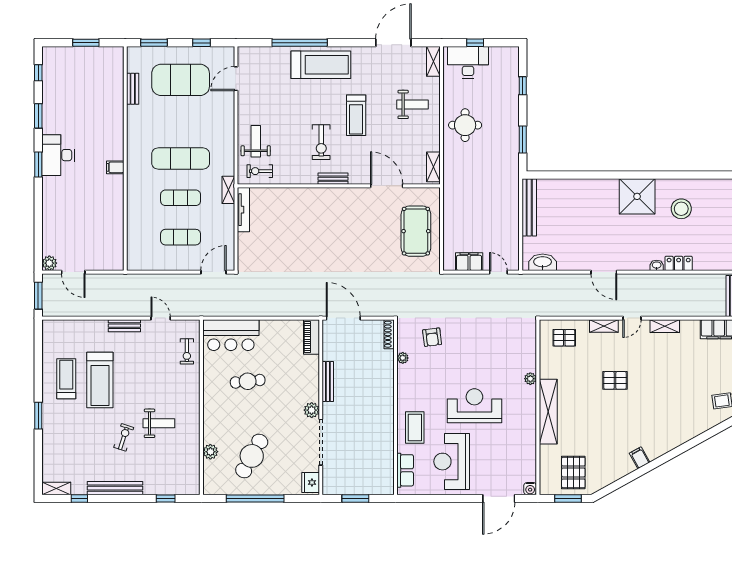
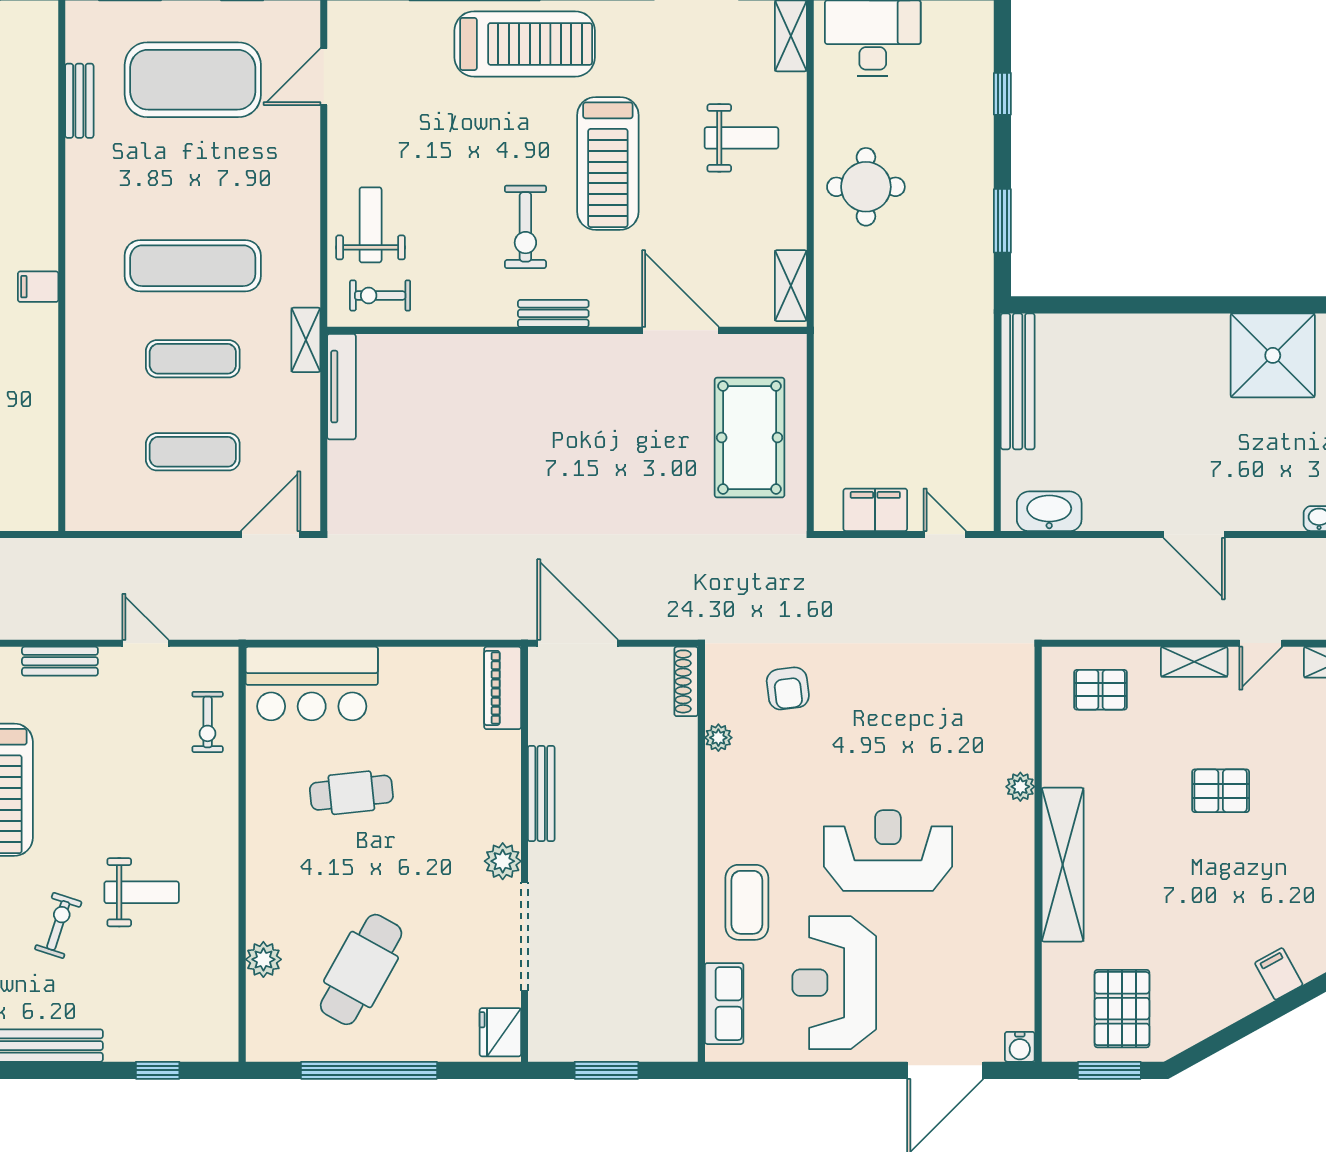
treadmill: (356, 115) -> (608, 163), width x1.37, depth x1.38

